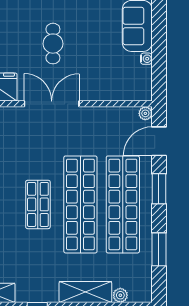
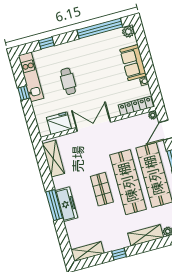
cafe table: (53, 44) -> (68, 81), moved
locker: (124, 92) -> (136, 106), added

